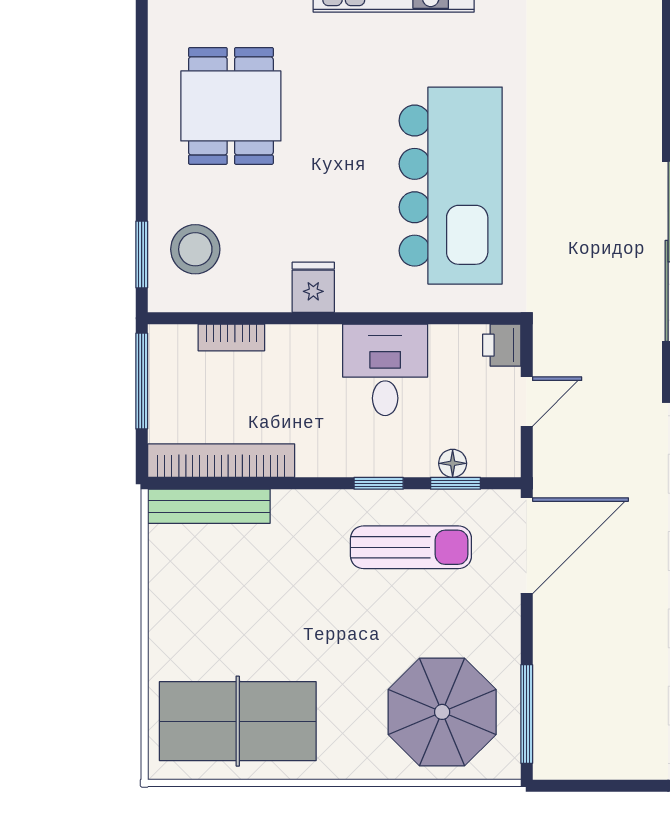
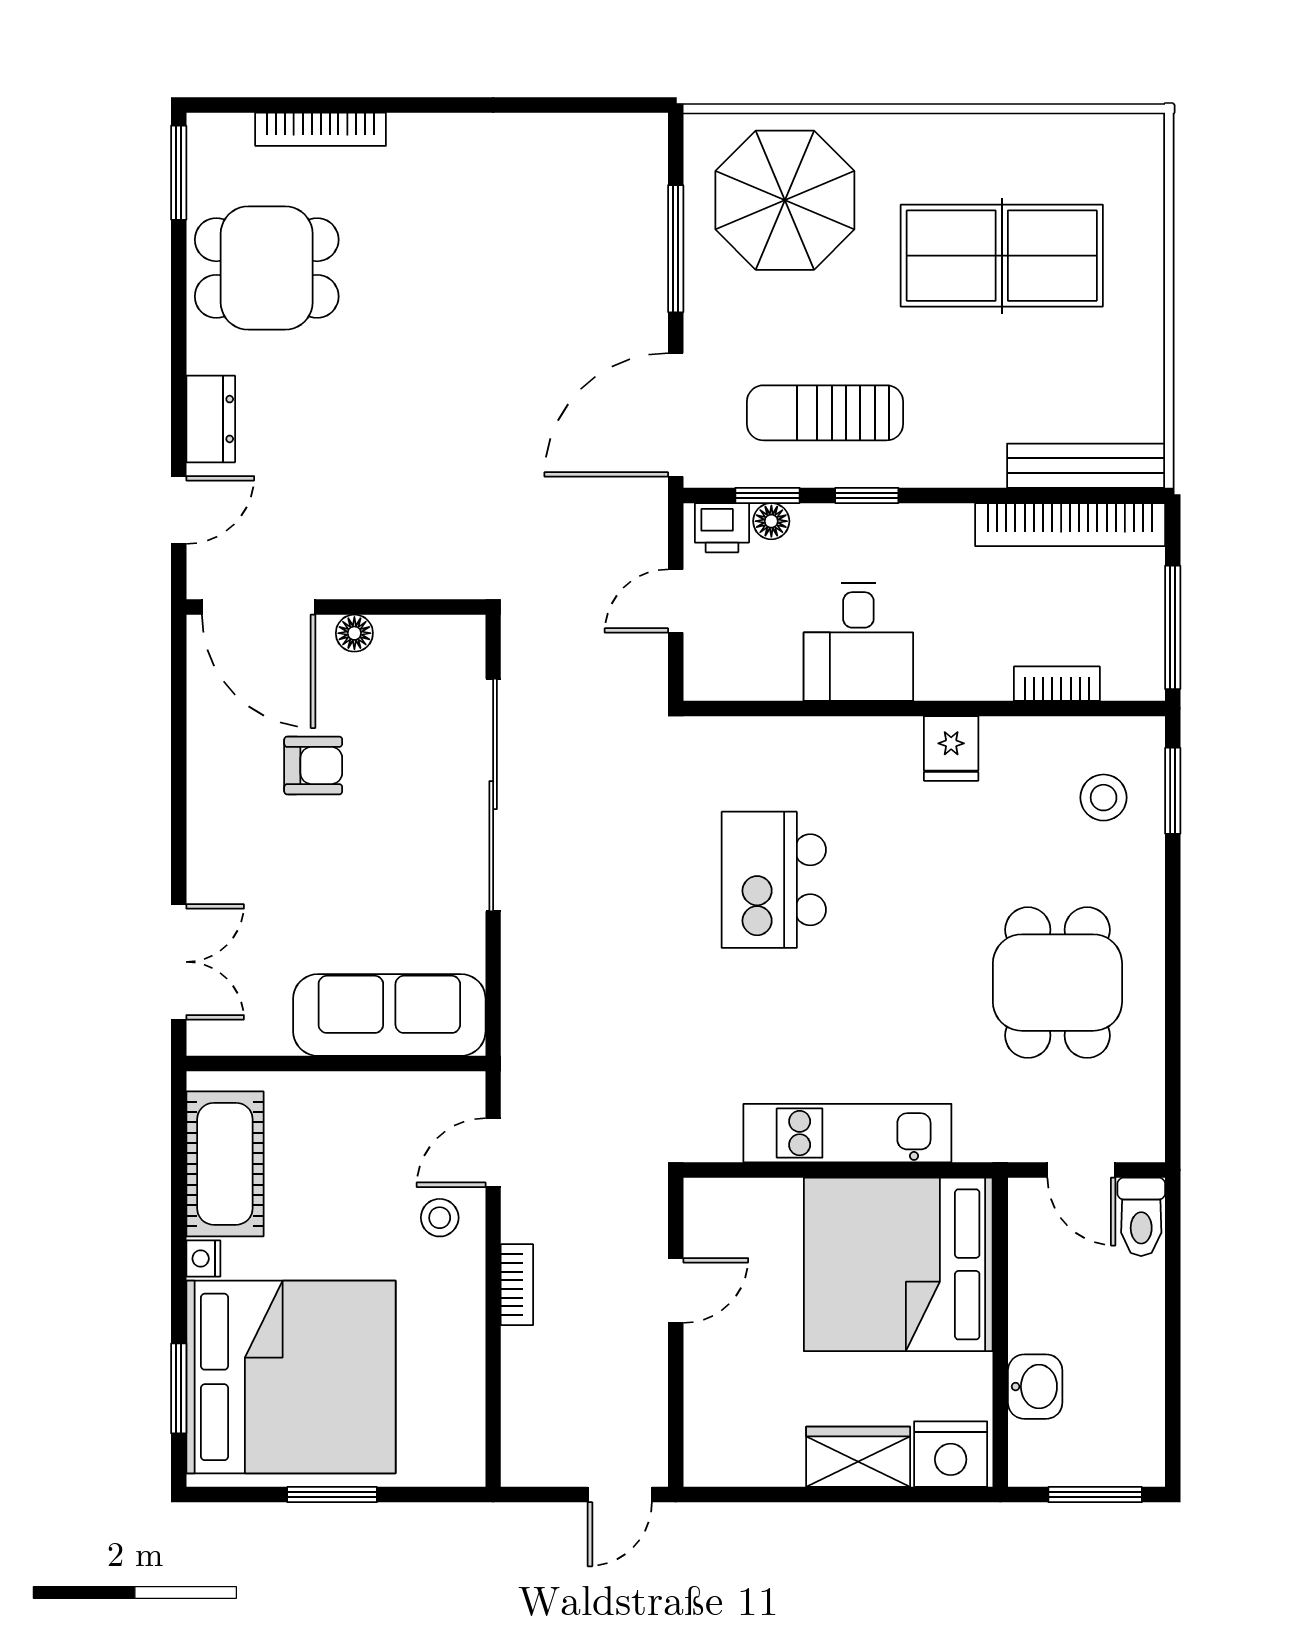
kitchen island: (451, 186) -> (774, 880), width x0.54, depth x0.78
stool: (195, 249) -> (1104, 798), width x0.73, depth x0.73
printer: (502, 345) -> (722, 528), moved, turned 90
window: (527, 714) -> (676, 249), moved
table tennis table: (238, 721) -> (1002, 256), moved

